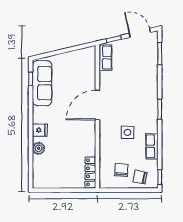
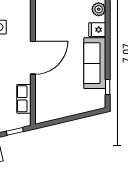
row of seats: (105, 58) -> (24, 99), moved
sofa: (42, 83) -> (95, 63), moved

